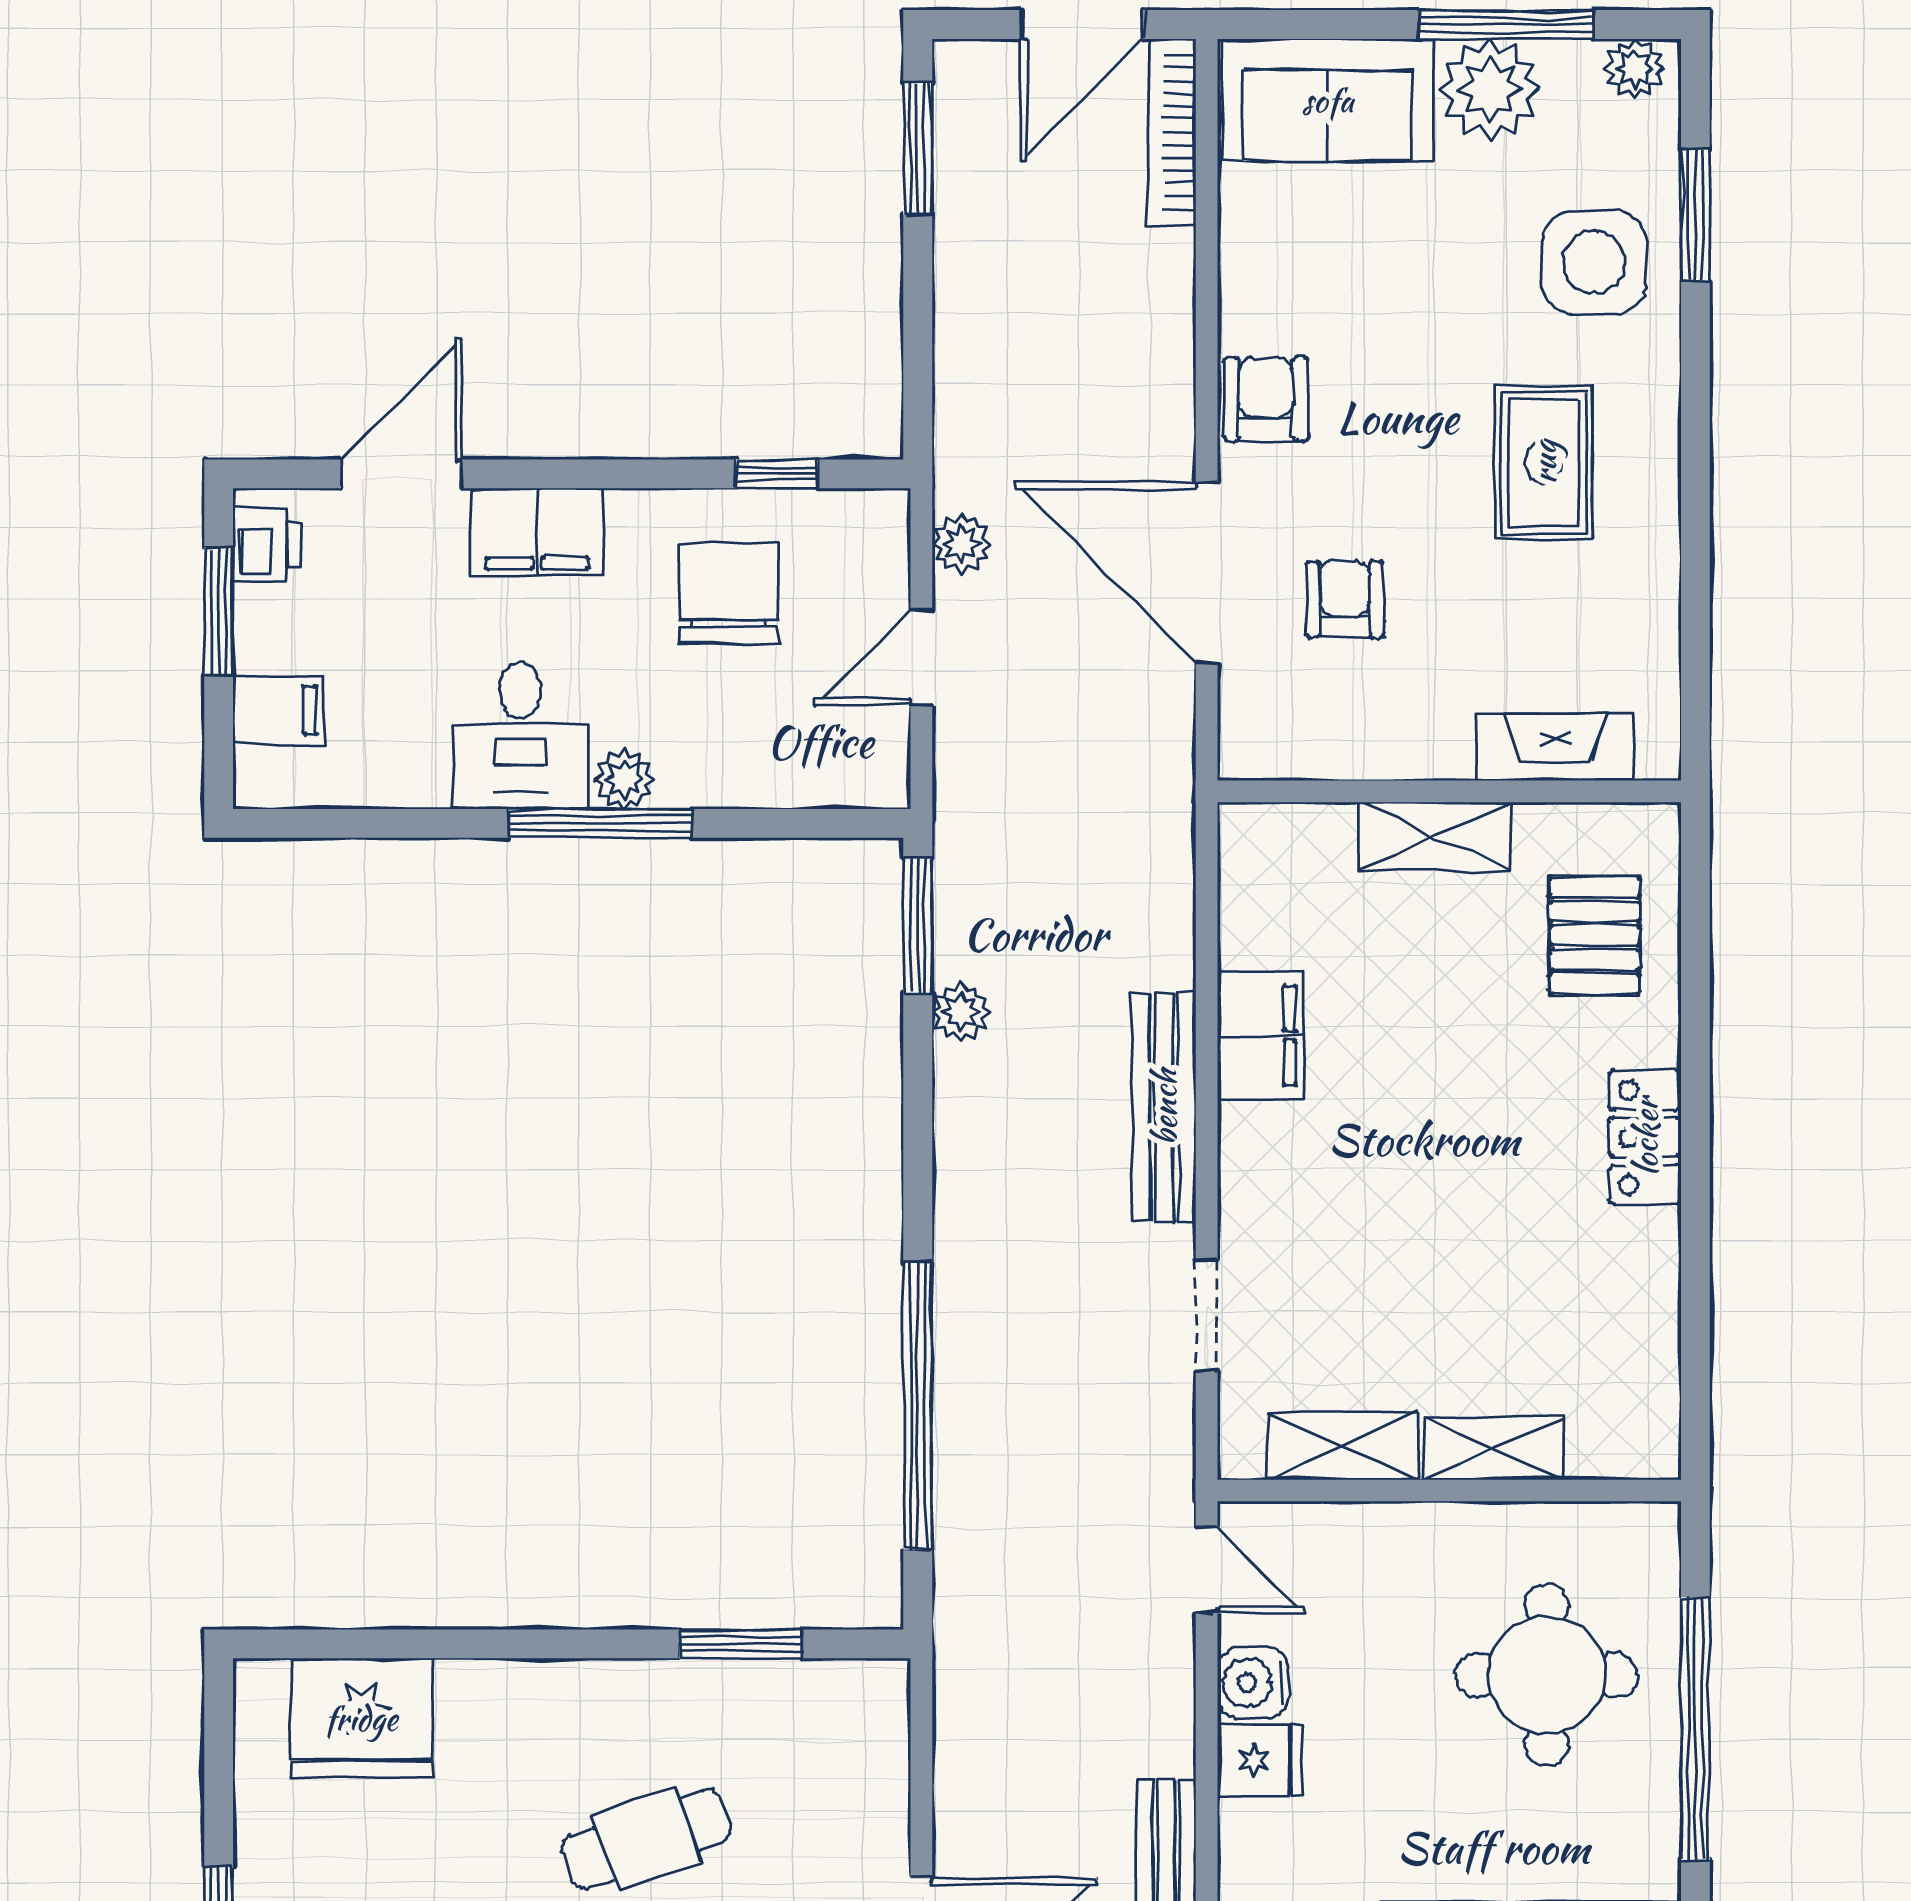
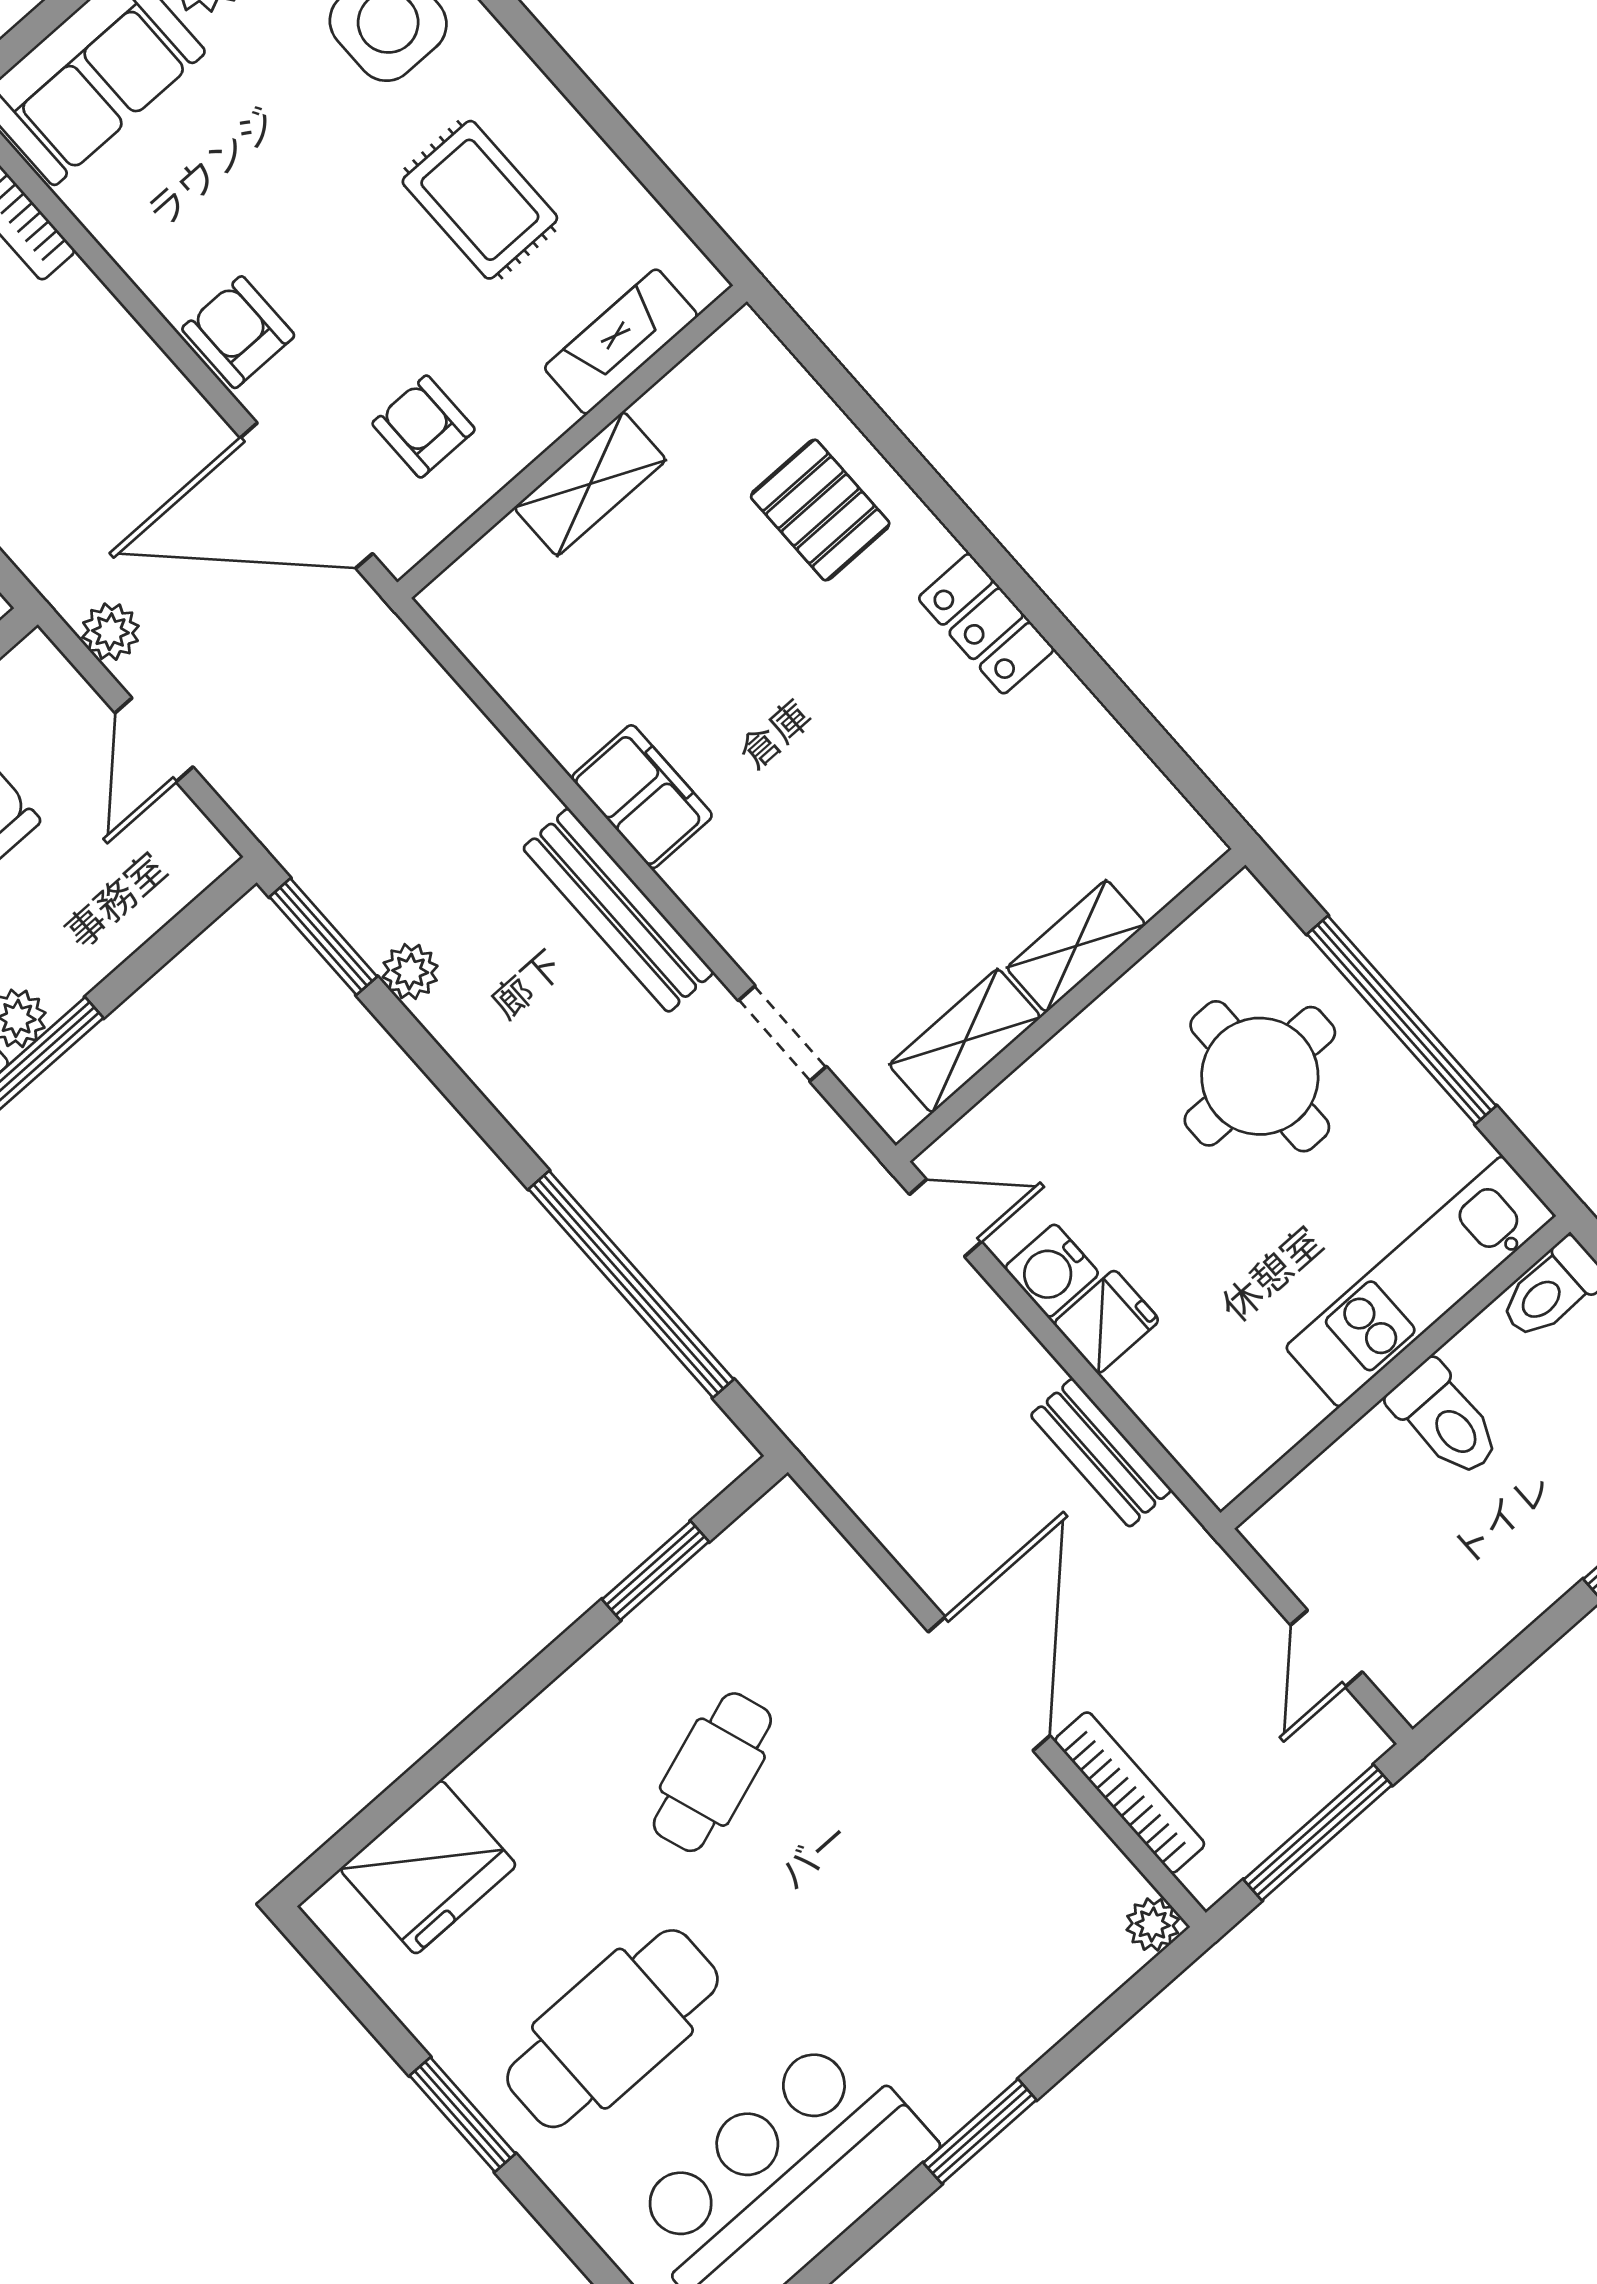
fireplace: (1556, 747) -> (621, 341), moved
wall: (1449, 791) -> (572, 442), moved
shelving: (1434, 836) -> (590, 484), moved

